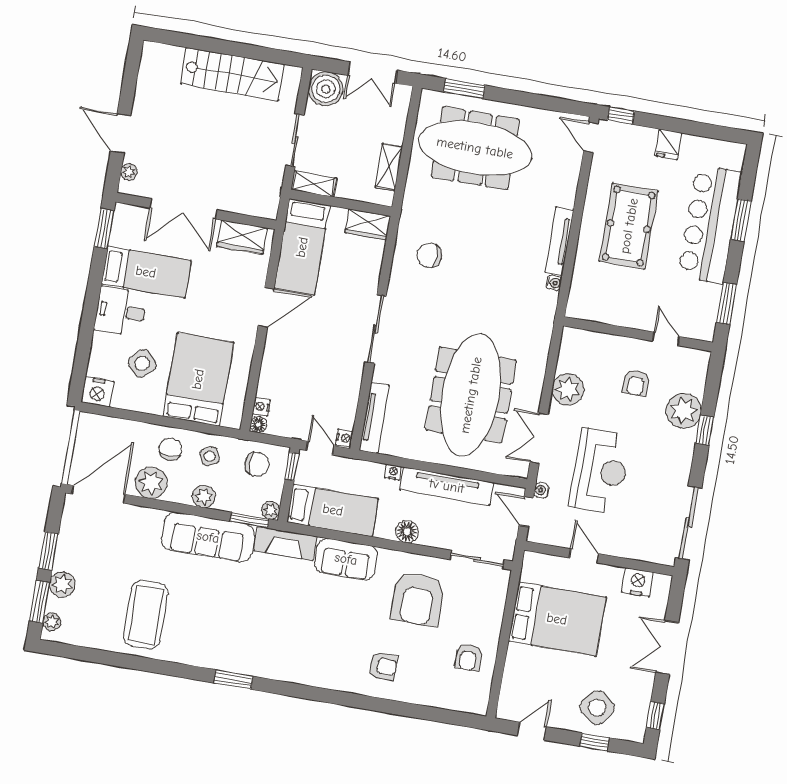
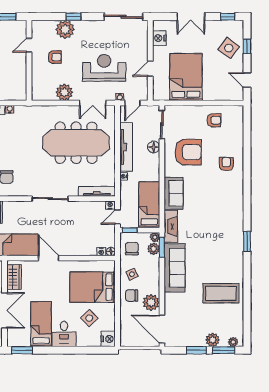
plant: (204, 496) -> (154, 249), moved
floor lamp: (407, 532) -> (154, 147), moved

